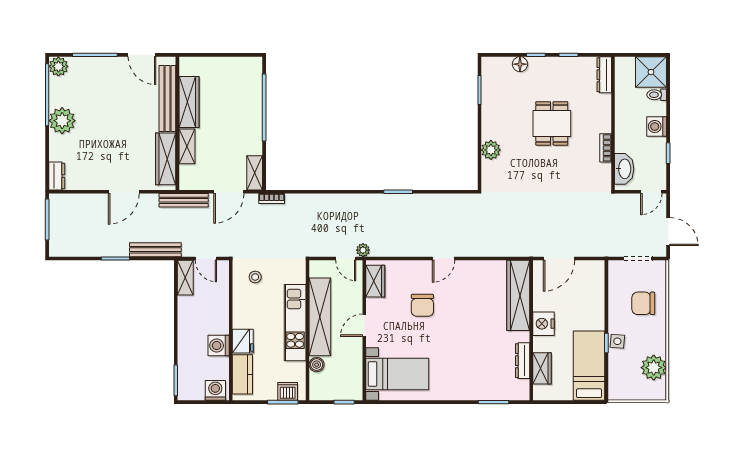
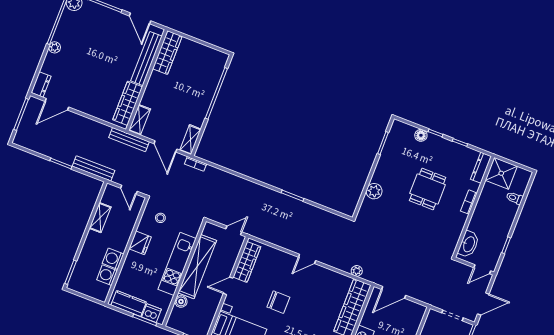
shower: (651, 72) -> (501, 173), moved
wardrobe: (189, 102) -> (167, 53), moved
plant: (62, 121) -> (55, 47), width x0.53, depth x0.53
washing machine: (657, 127) -> (505, 222), removed
shelving: (187, 146) -> (140, 120), moved
bookcase: (606, 148) -> (469, 202), moved
door: (124, 192) -> (57, 104), moved
door: (229, 192) -> (165, 146), hinge flipped
door: (668, 232) -> (483, 304), hinge flipped
plant: (363, 250) -> (357, 271), moved
door: (346, 259) -> (234, 230), swing flipped
shelving: (185, 278) -> (100, 218), moved
wardrobe: (375, 281) -> (247, 262), width x1.50
chair: (422, 305) -> (278, 302), moved, turned -90
fridge: (243, 341) -> (140, 243), moved
kitchen counter: (242, 374) -> (129, 304), moved, turned -90
washing machine: (215, 390) -> (107, 275), moved, turned -90

